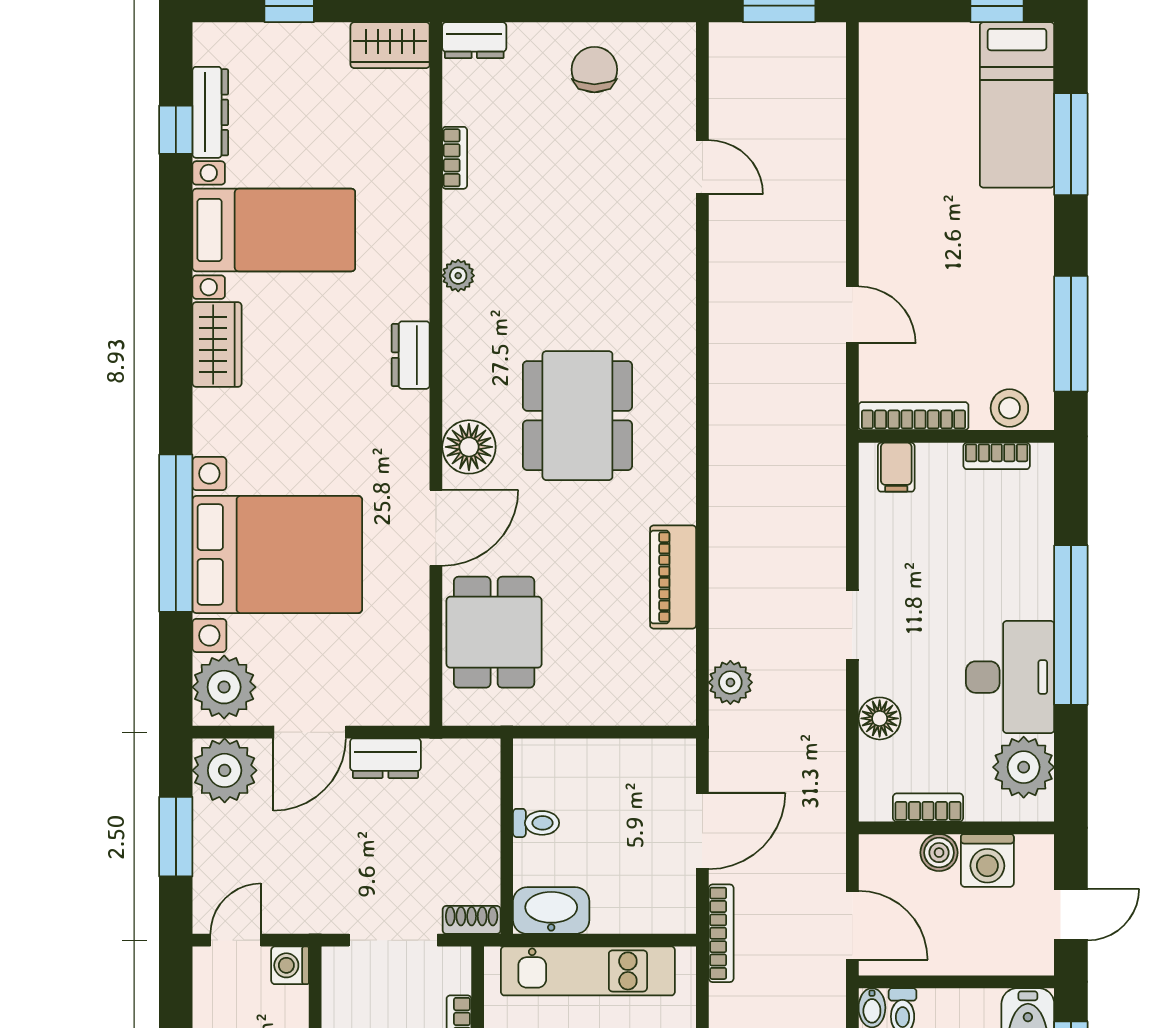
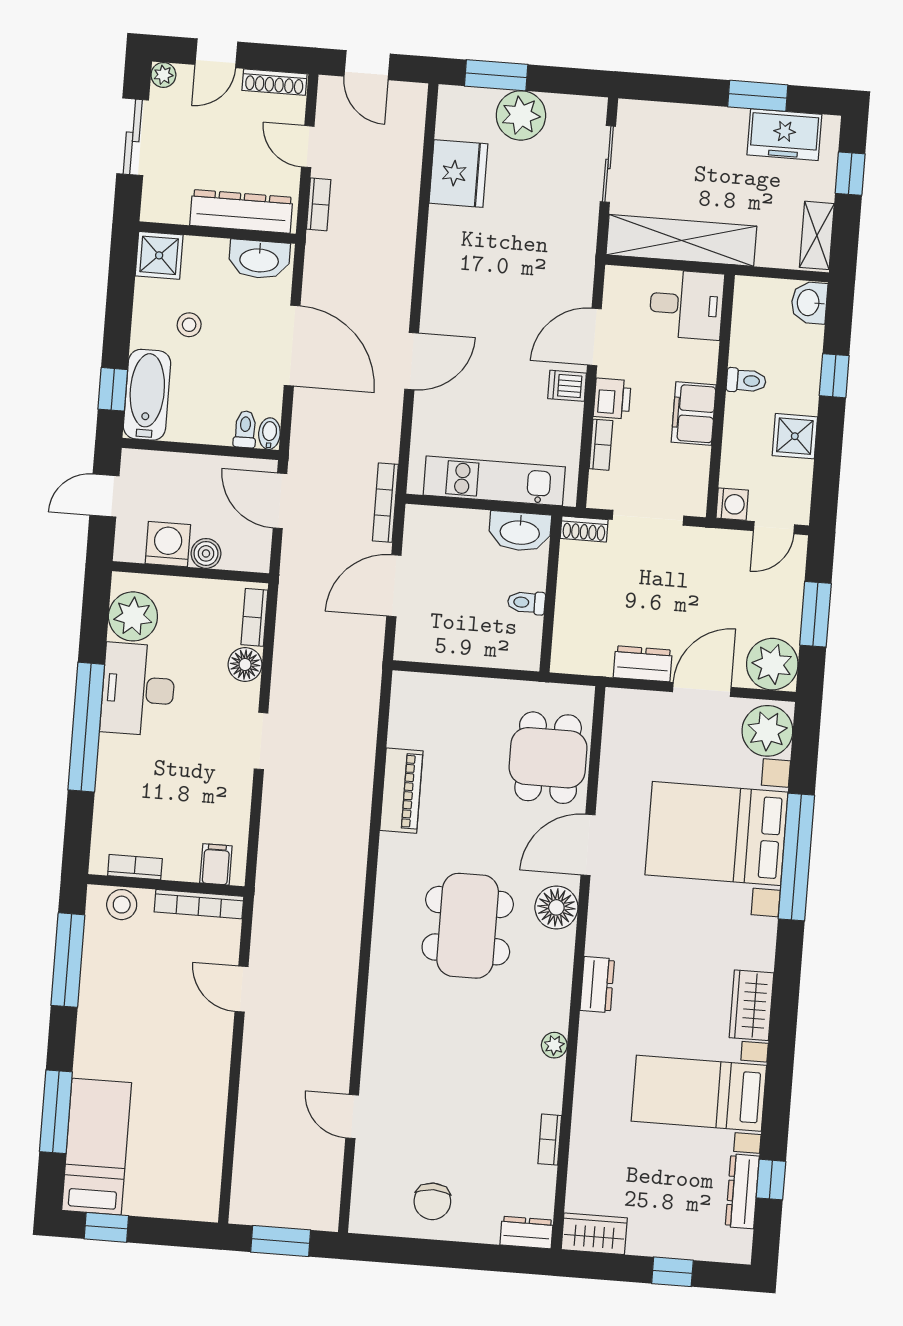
plant: (730, 682) -> (362, 703), removed
bookcase: (928, 807) -> (254, 617), moved, turned 90

